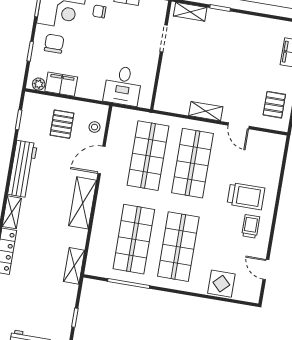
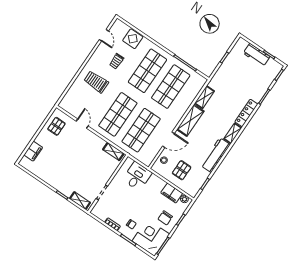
shelving: (206, 111) -> (113, 151), moved
trolley: (251, 226) -> (116, 61), moved
shelving: (74, 266) -> (204, 97), moved

